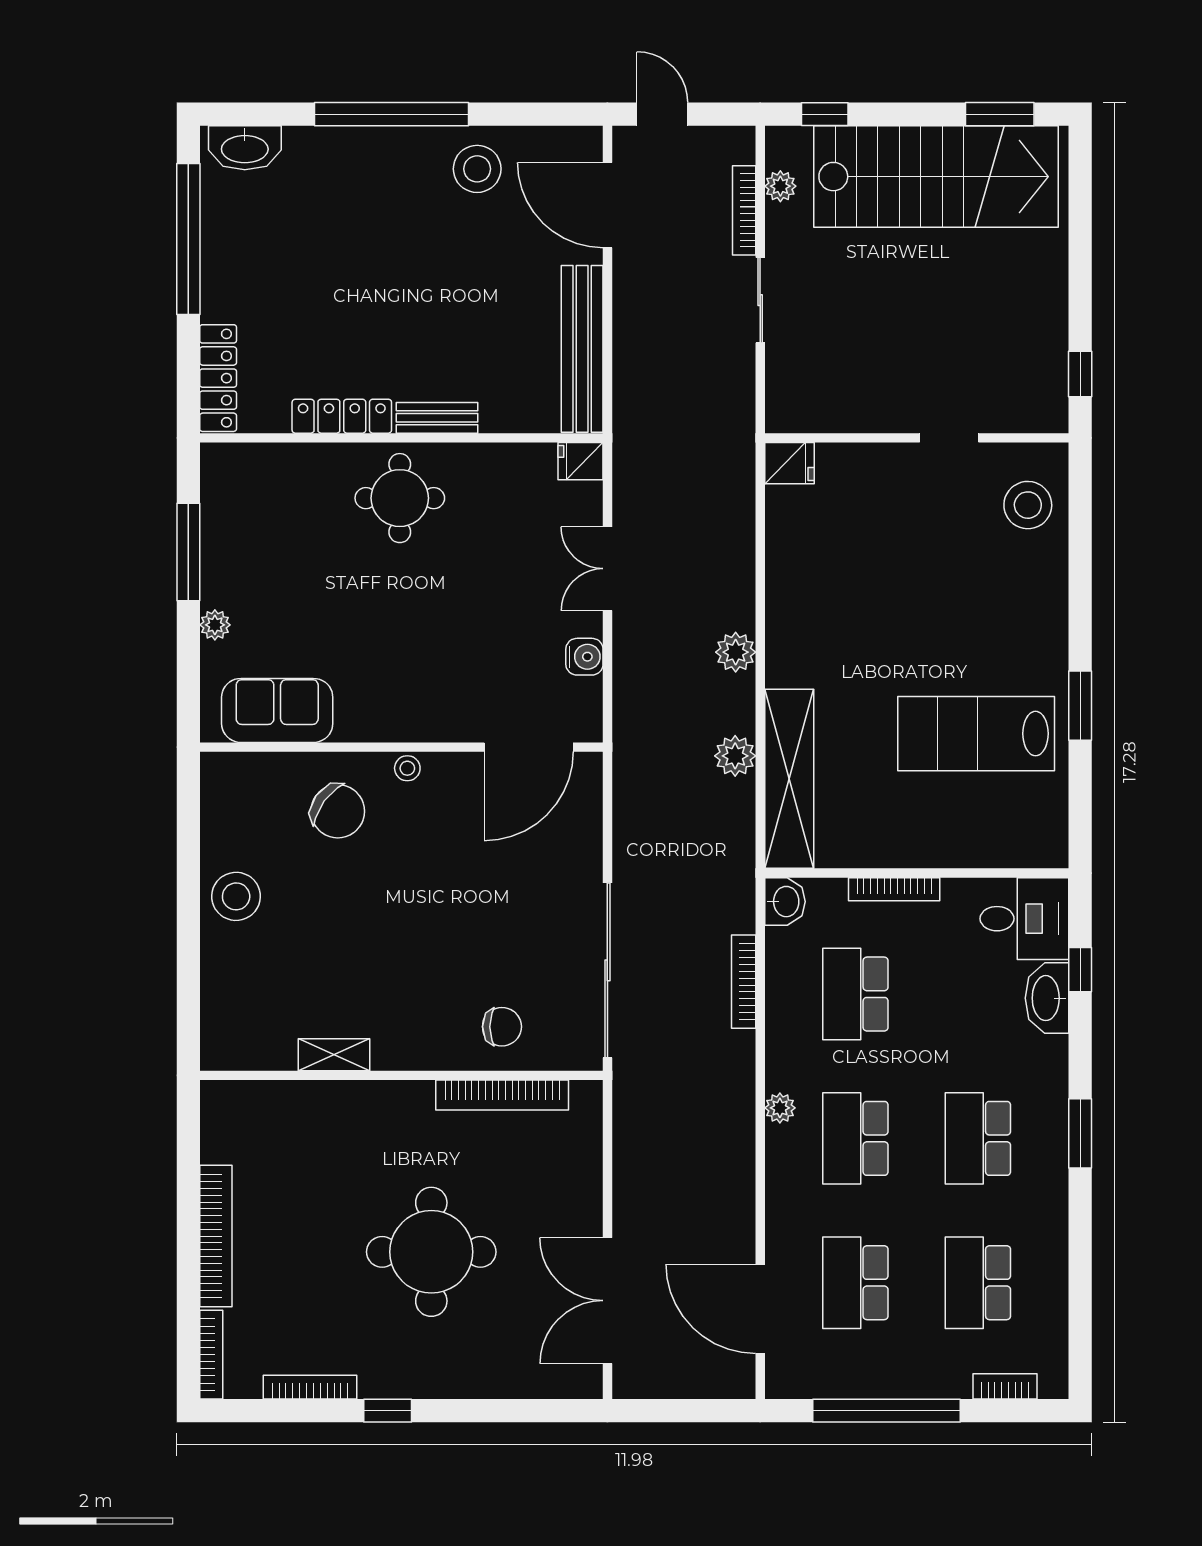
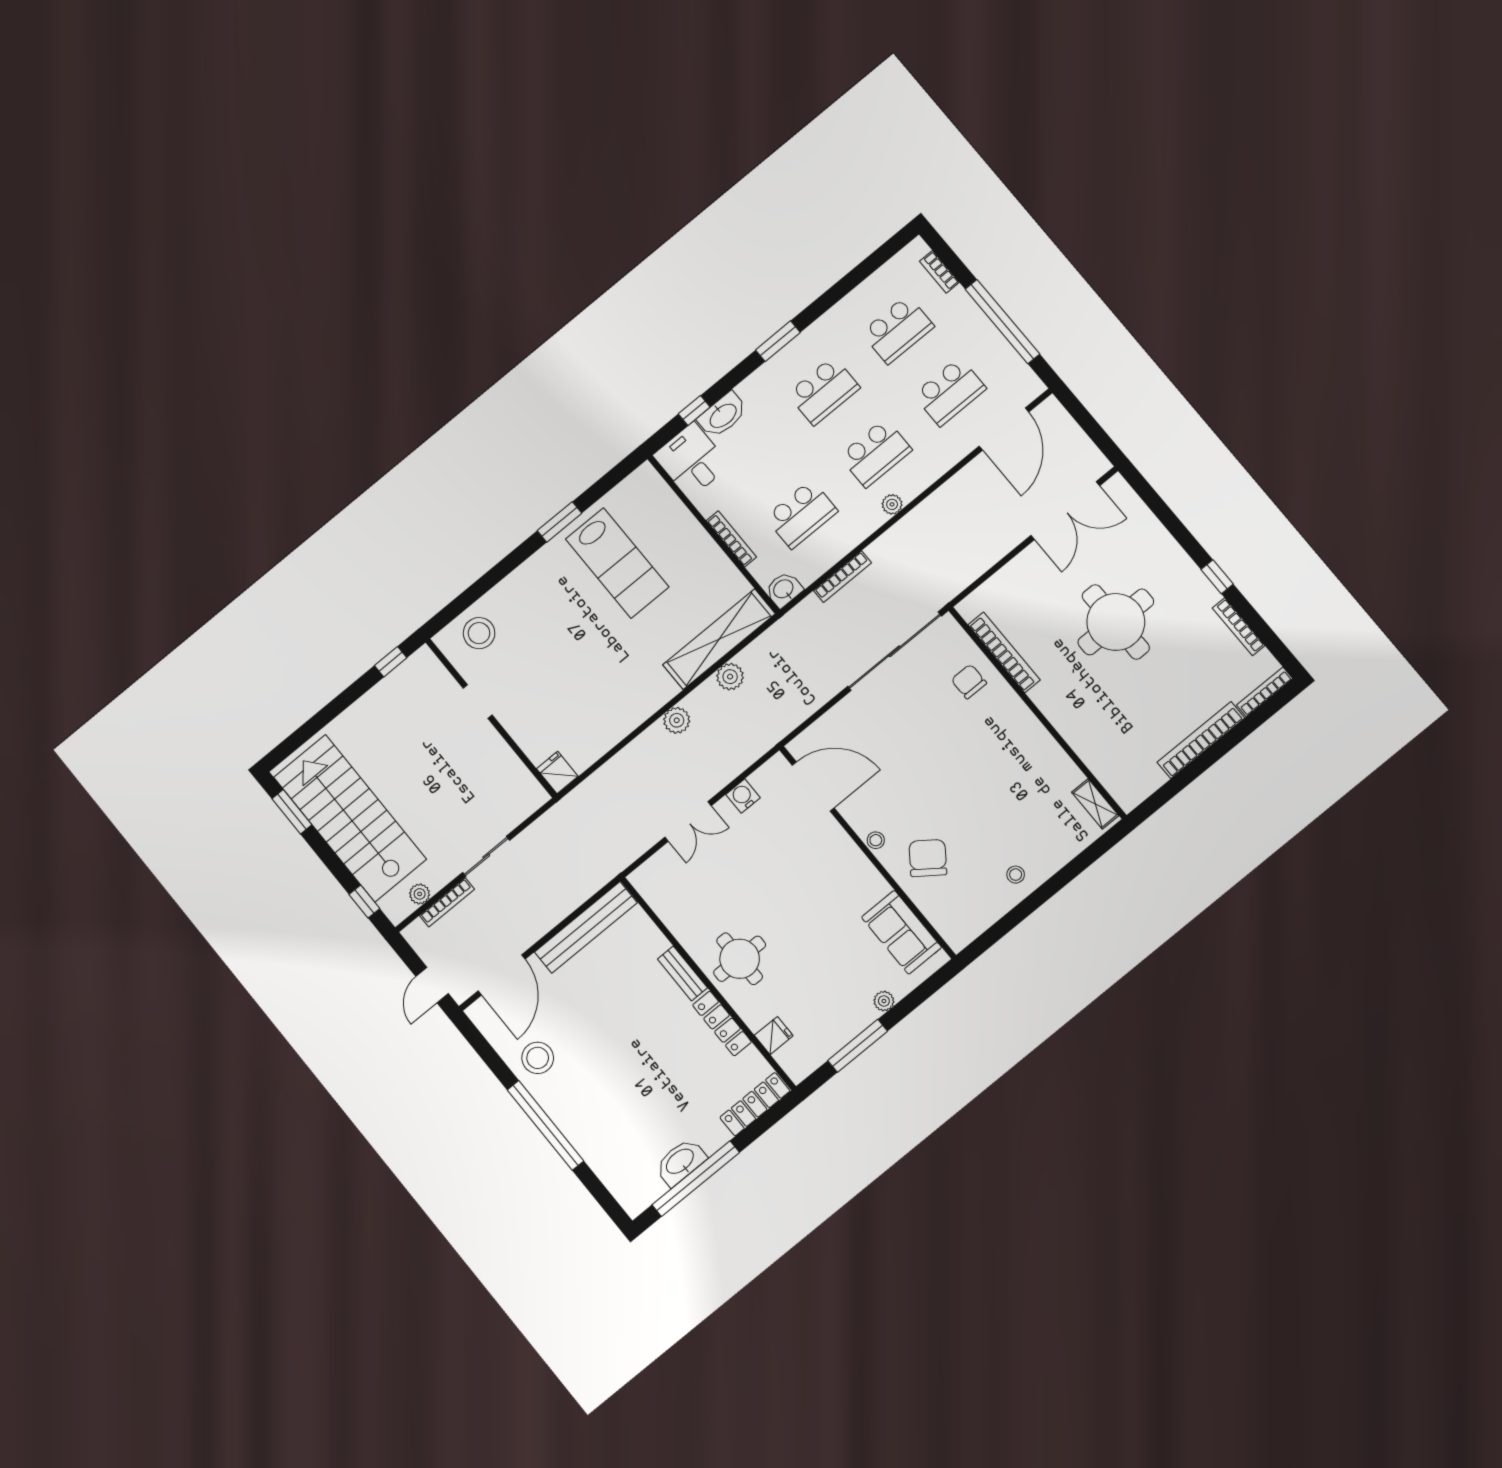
washbasin: (245, 148) -> (680, 1162), moved, turned -90
fridge: (581, 461) -> (774, 1036), moved, turned -90
stool: (236, 896) -> (1016, 875), width x0.53, depth x0.53
shelving: (334, 1055) -> (1095, 804), moved

